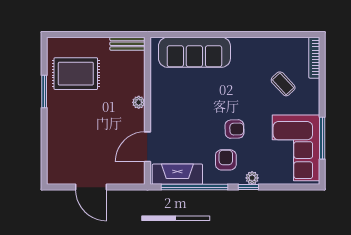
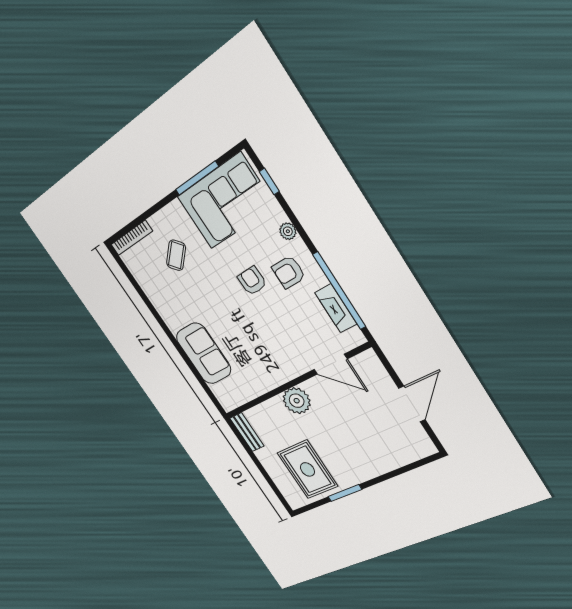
sofa: (194, 52) -> (204, 353), width x0.73
plant: (139, 102) -> (297, 401), width x1.88, depth x1.88
fireplace: (177, 174) -> (336, 308), width x0.73, depth x0.76
window: (248, 187) -> (269, 182), moved

